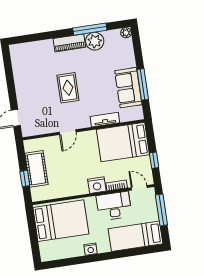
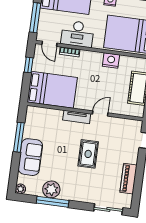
sliding door: (31, 38) -> (108, 209), added
piano: (69, 43) -> (128, 179), moved, turned -90
sofa: (128, 88) -> (30, 157), moved
tv unit: (105, 120) -> (77, 117), moved
nightstand: (97, 185) -> (111, 61), moved

